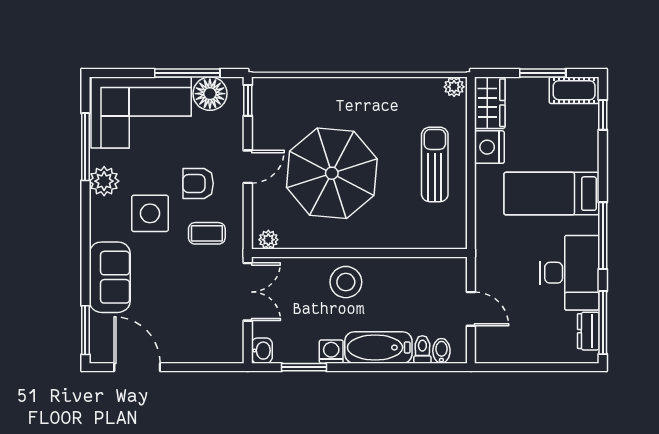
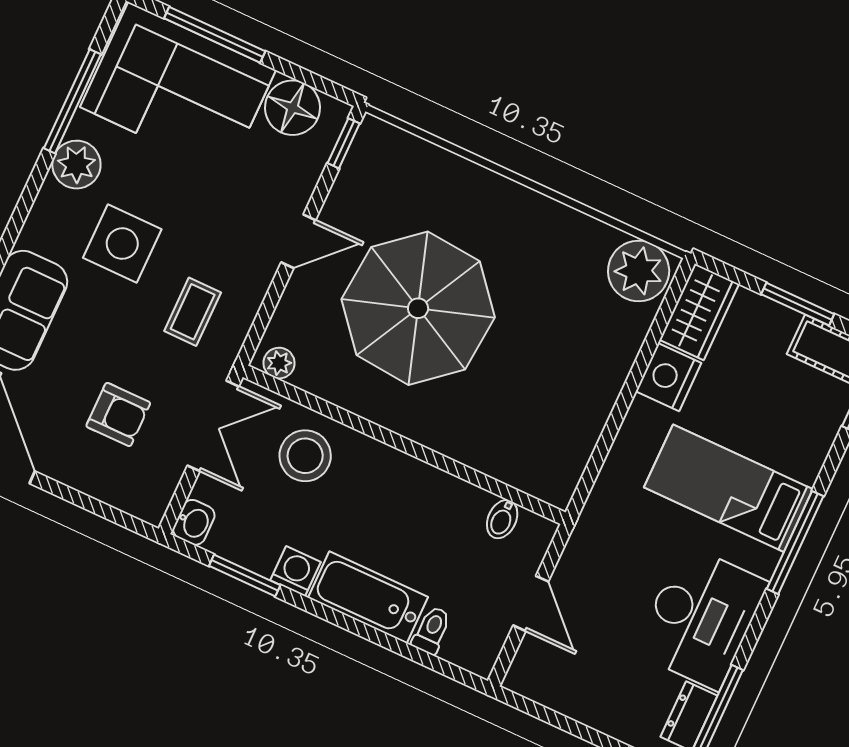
window: (187, 73) -> (215, 35), moved
plant: (454, 87) -> (639, 271), width x1.87, depth x1.87
sun lounger: (435, 164) -> (576, 366), removed
armchair: (198, 184) -> (118, 415), moved, turned 180
coffee table: (207, 233) -> (193, 312), turned 90
window: (603, 236) -> (795, 543), moved
stool: (346, 282) -> (305, 456), moved
bidet: (441, 351) -> (502, 519), moved, turned 180

